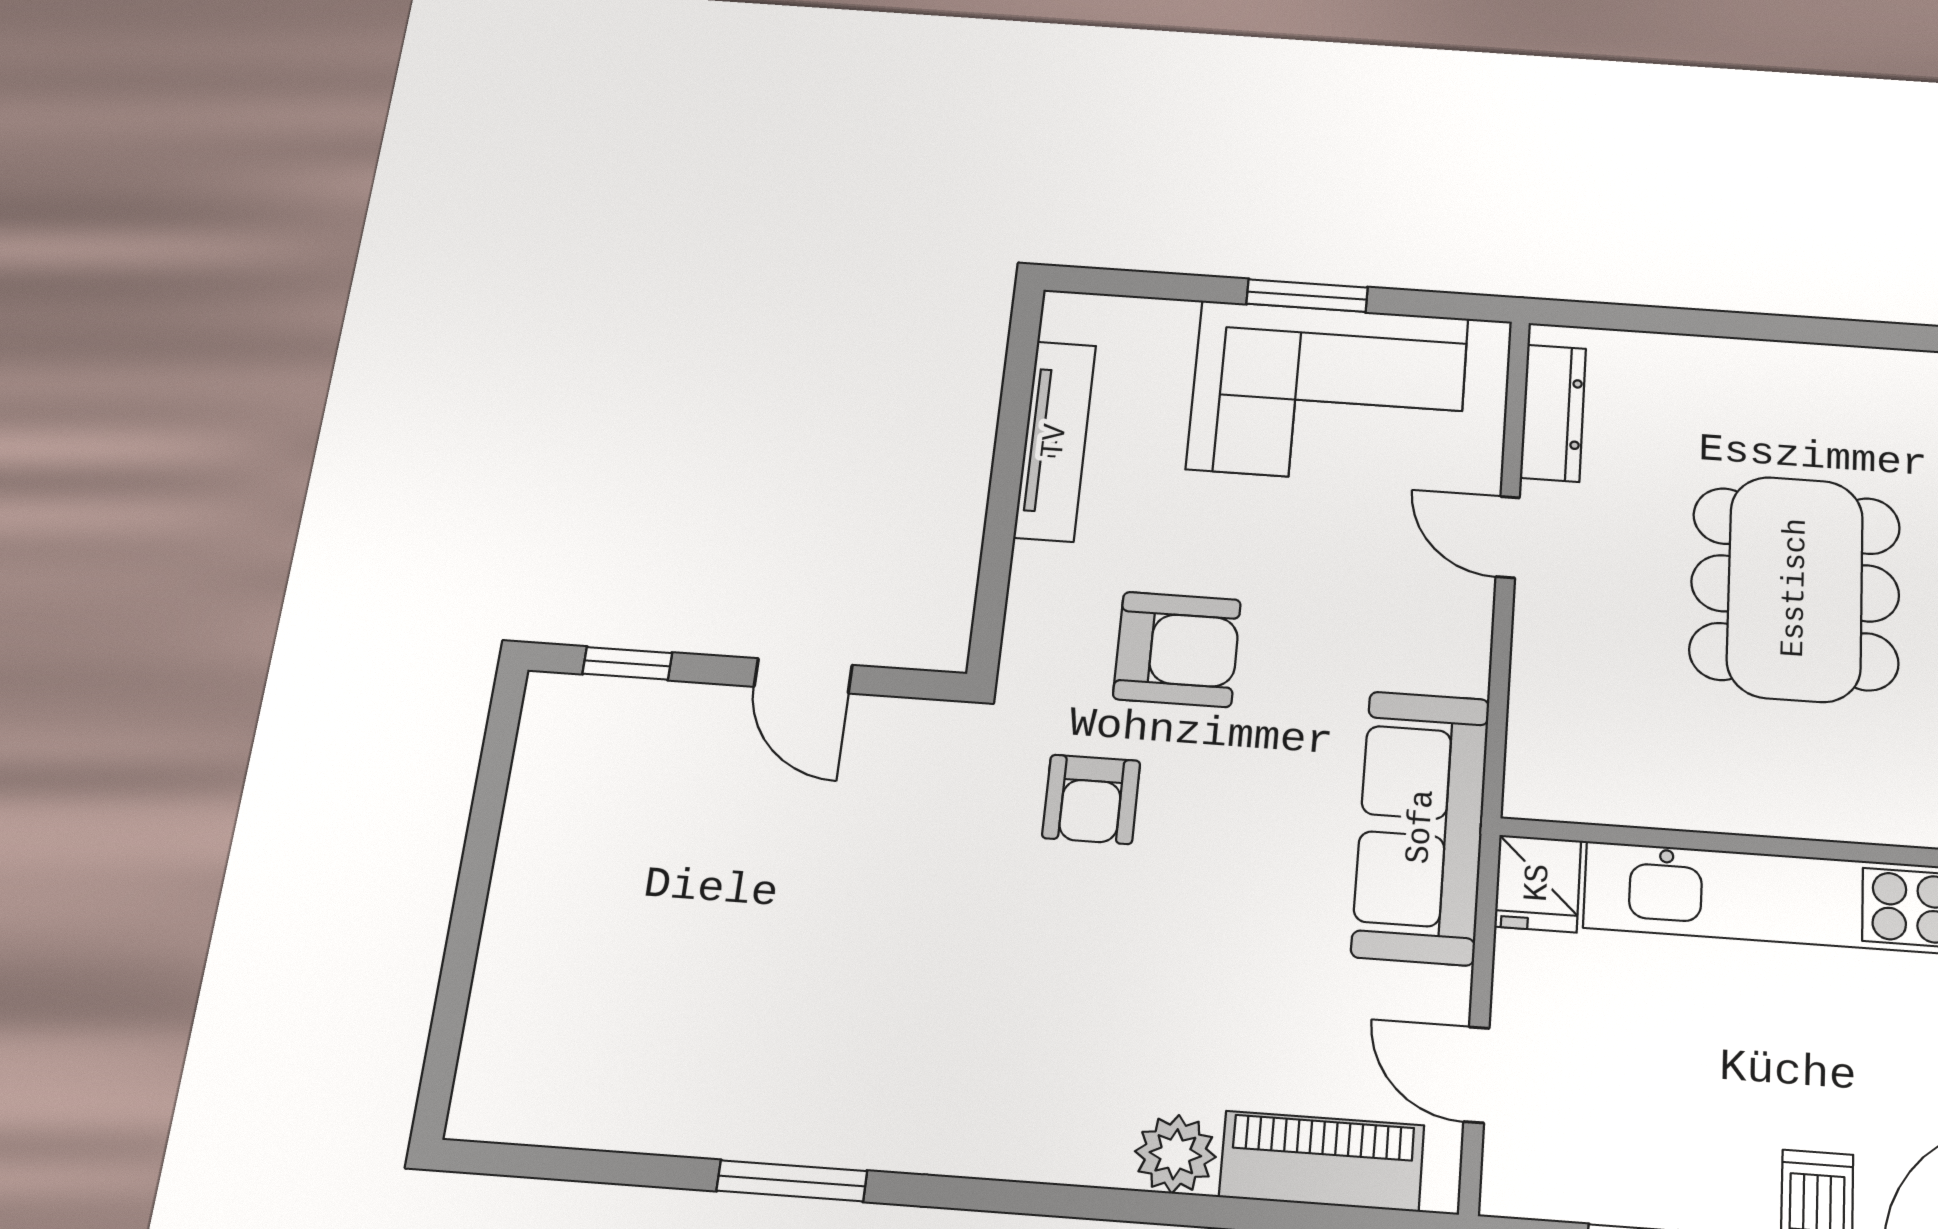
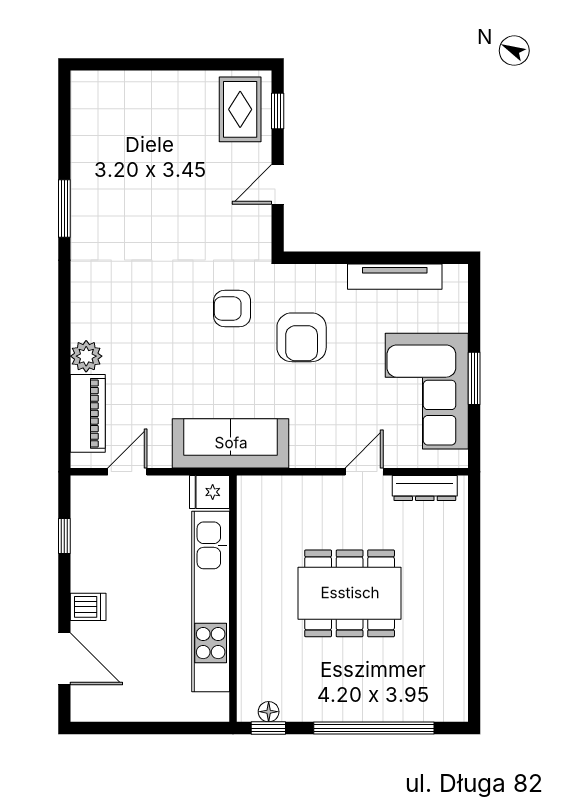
rug: (609, 747) -> (240, 109), added

